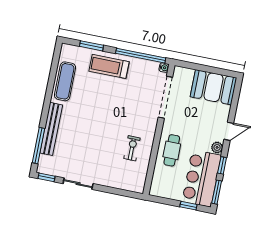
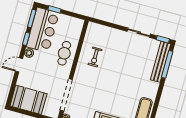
bench: (51, 129) -> (161, 62), moved

